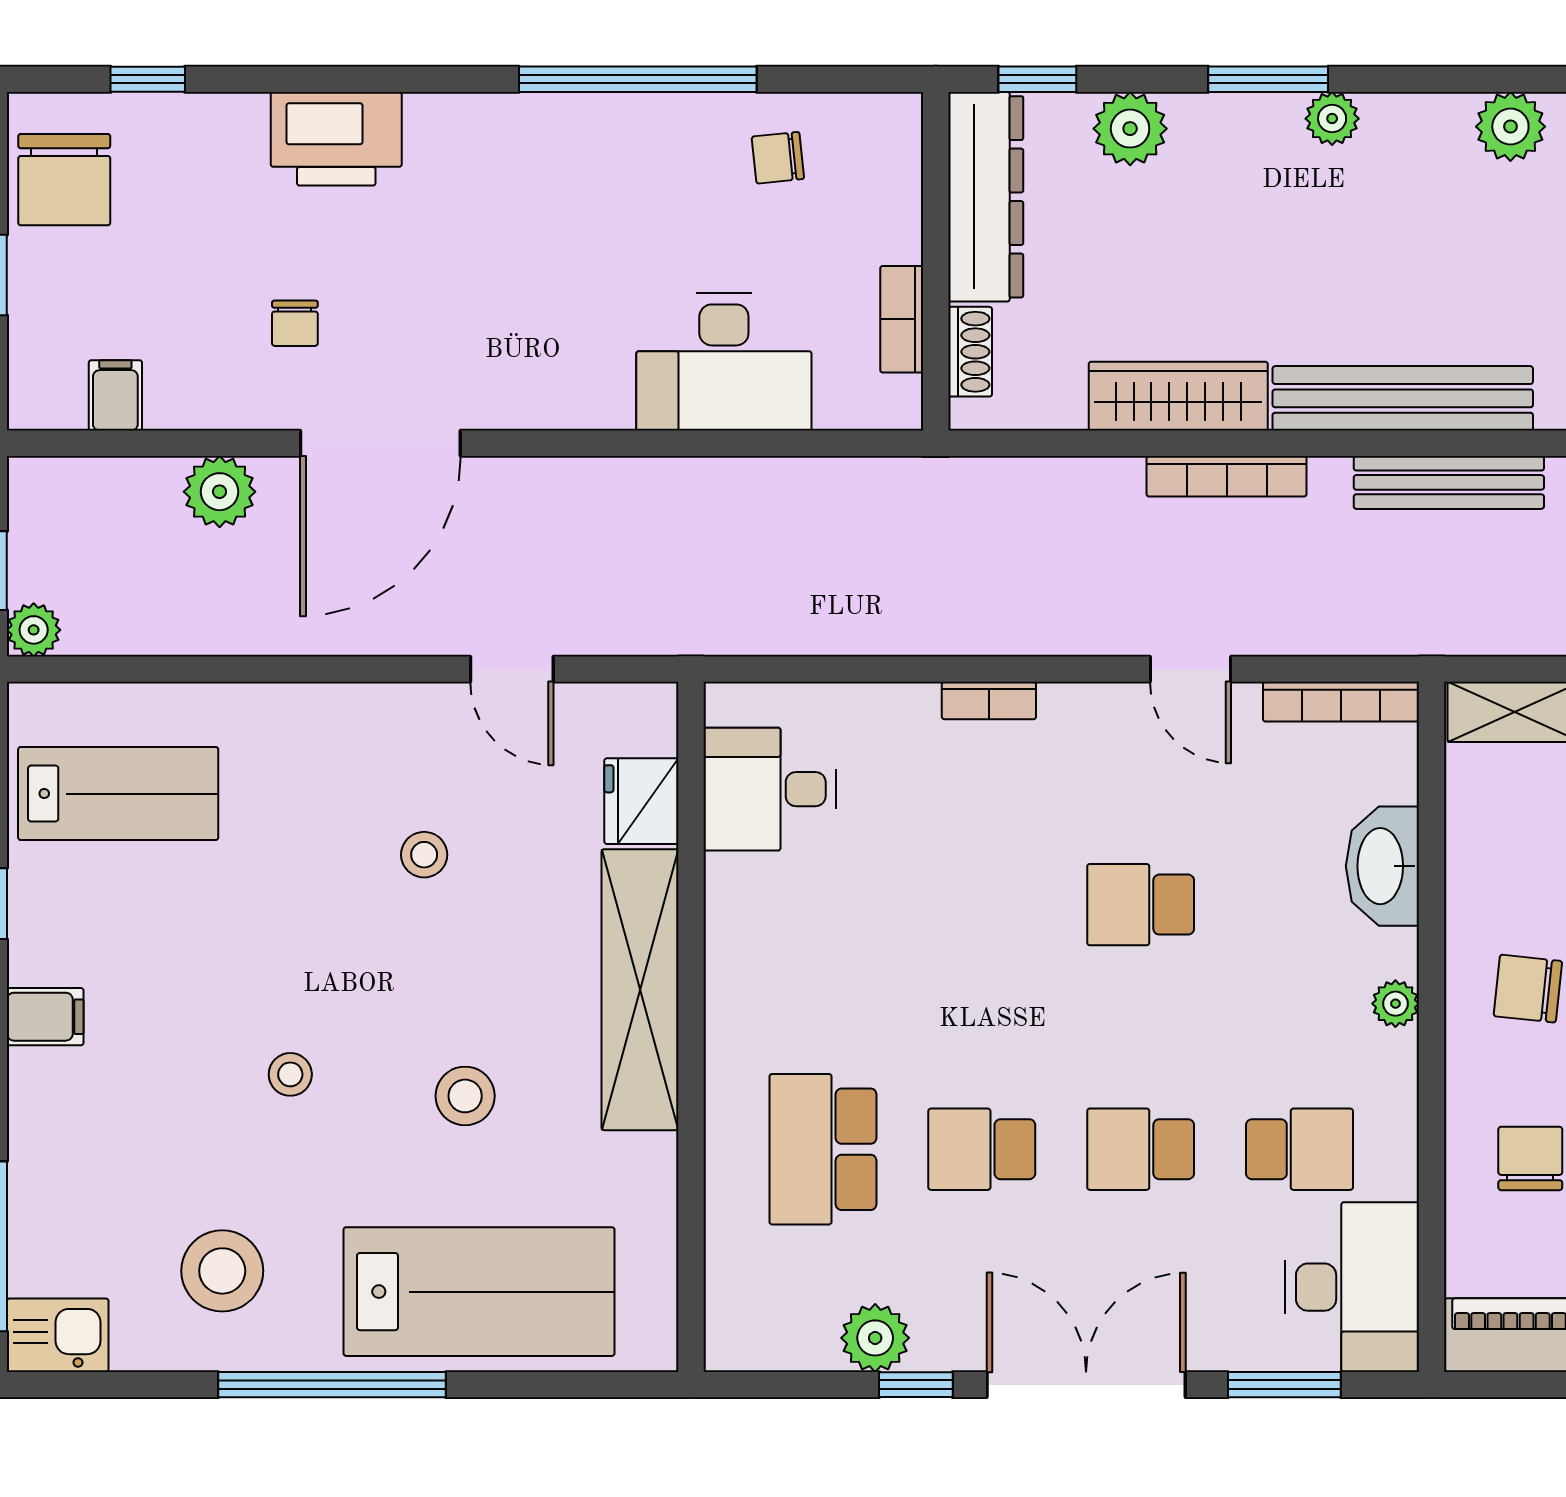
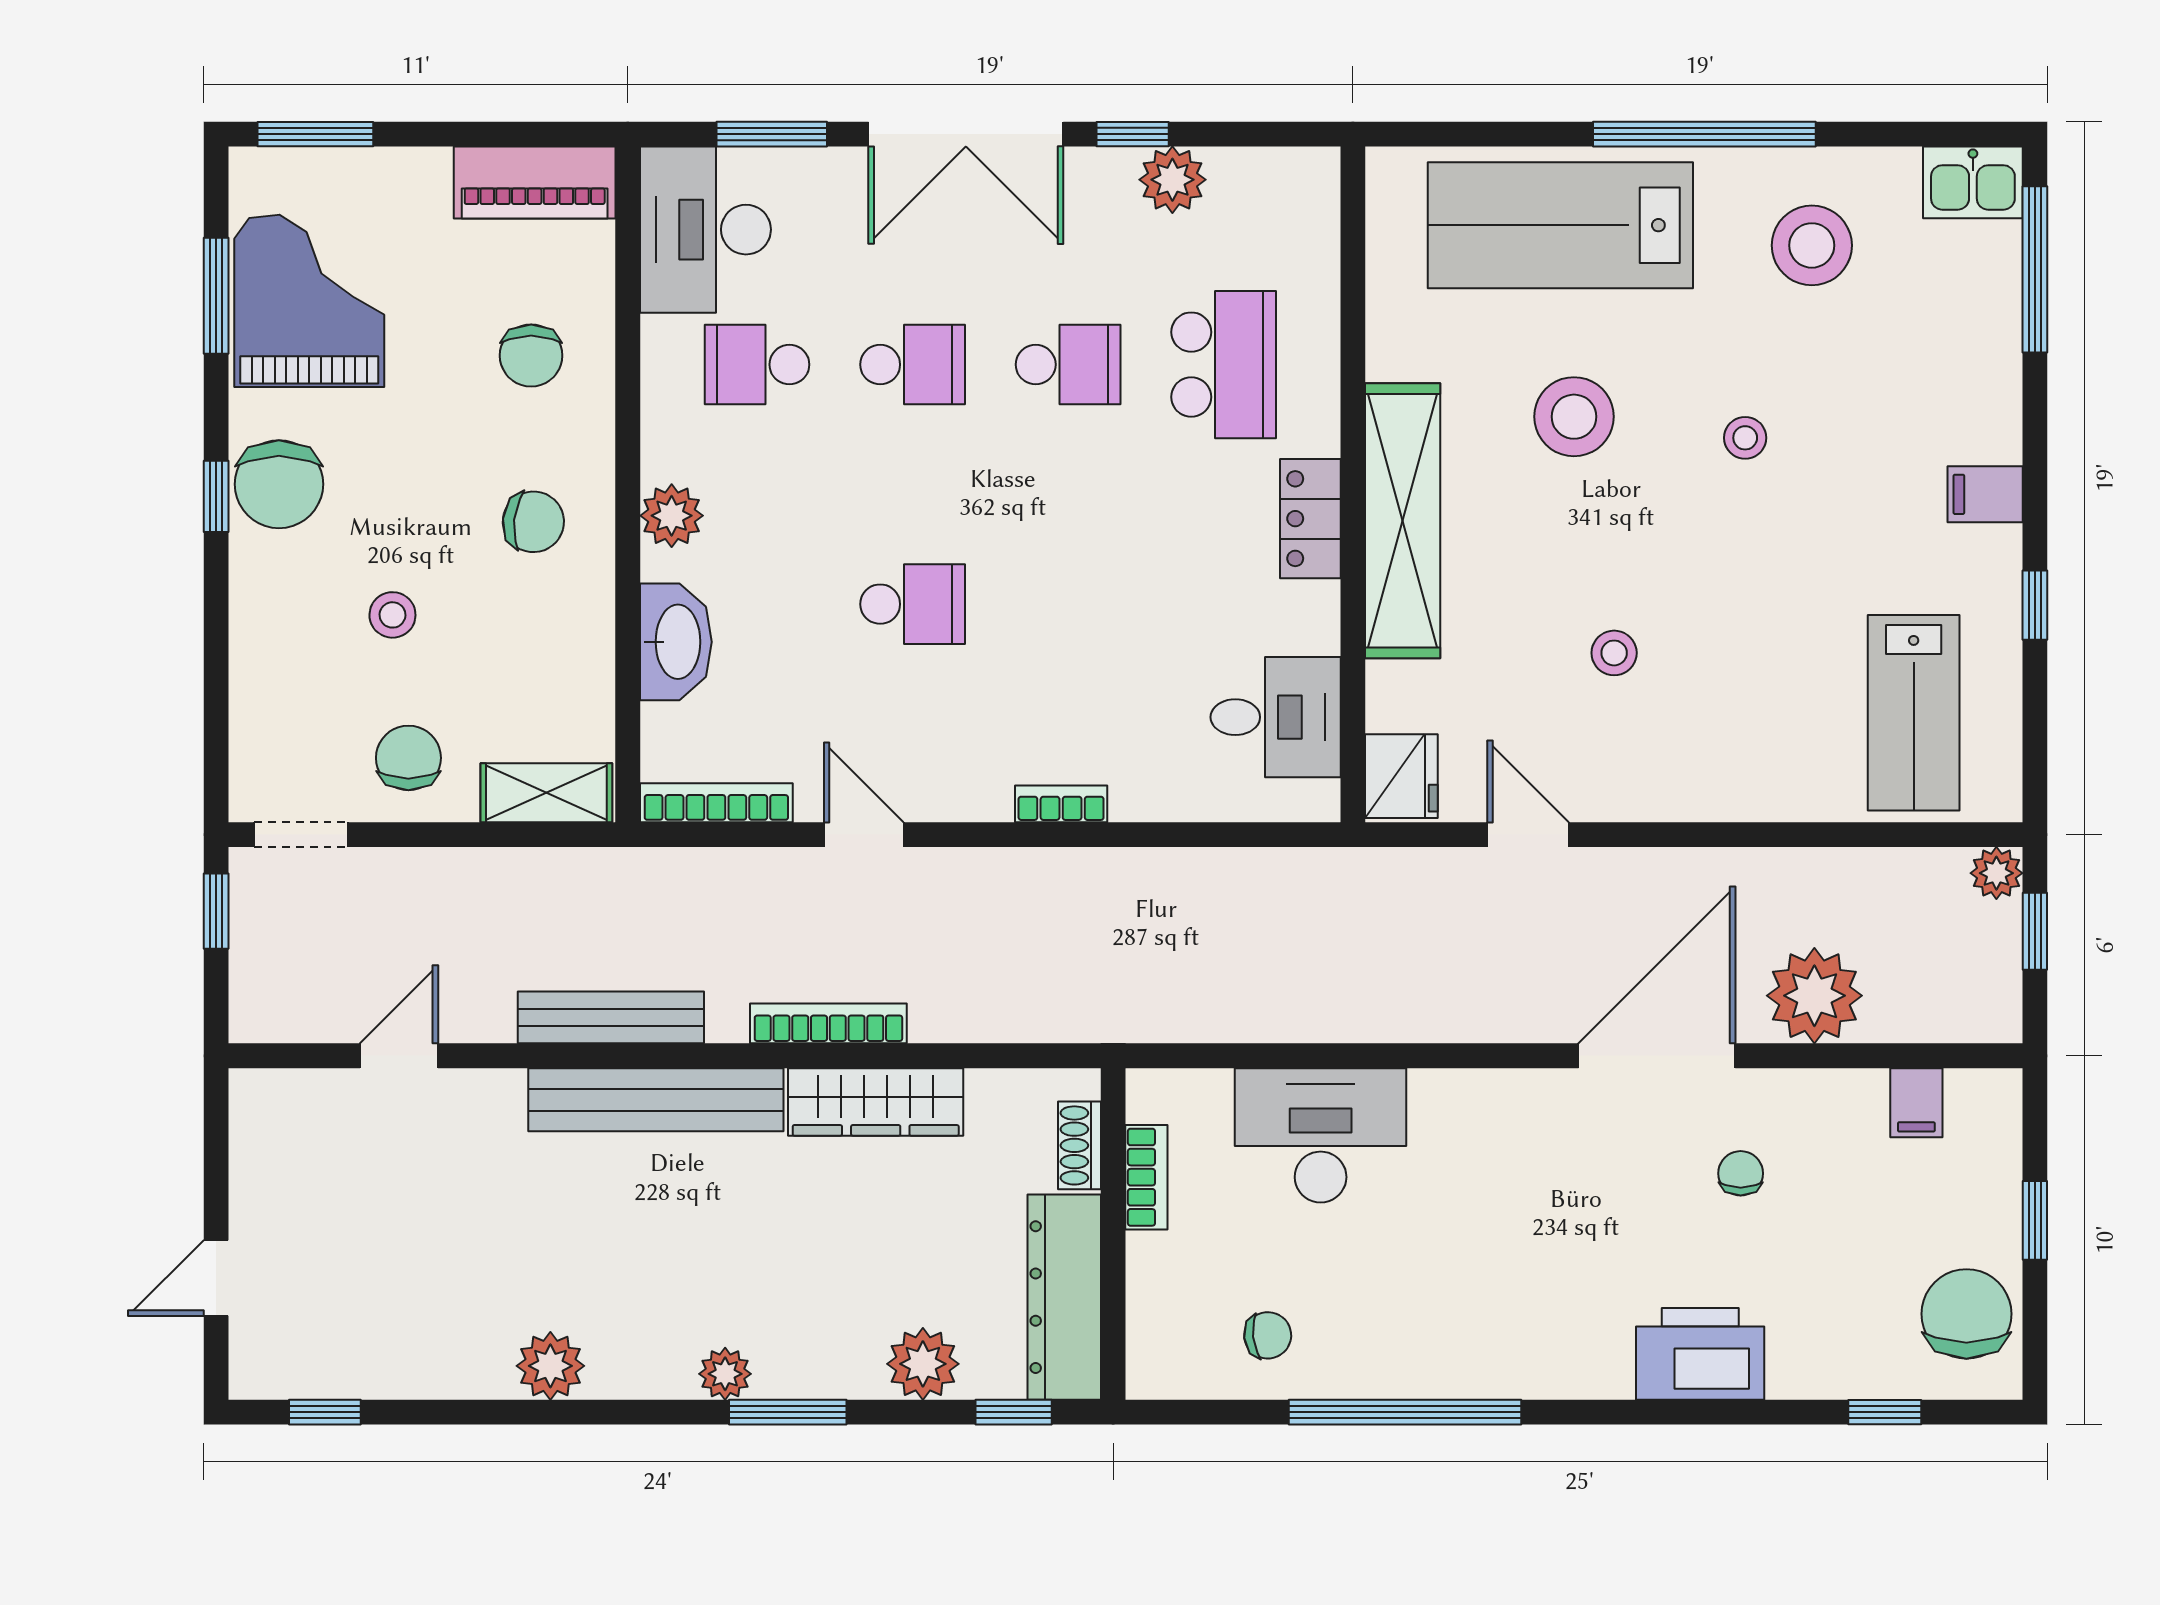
plant: (220, 492) -> (1814, 996), width x1.36, depth x1.36
lab bench: (118, 794) -> (1914, 713), turned -90
fridge: (641, 801) -> (1401, 776), moved
locker: (734, 992) -> (1310, 519), added
plant: (1395, 1004) -> (672, 516), width x1.38, depth x1.38
stool: (465, 1096) -> (1574, 417), width x1.38, depth x1.38

